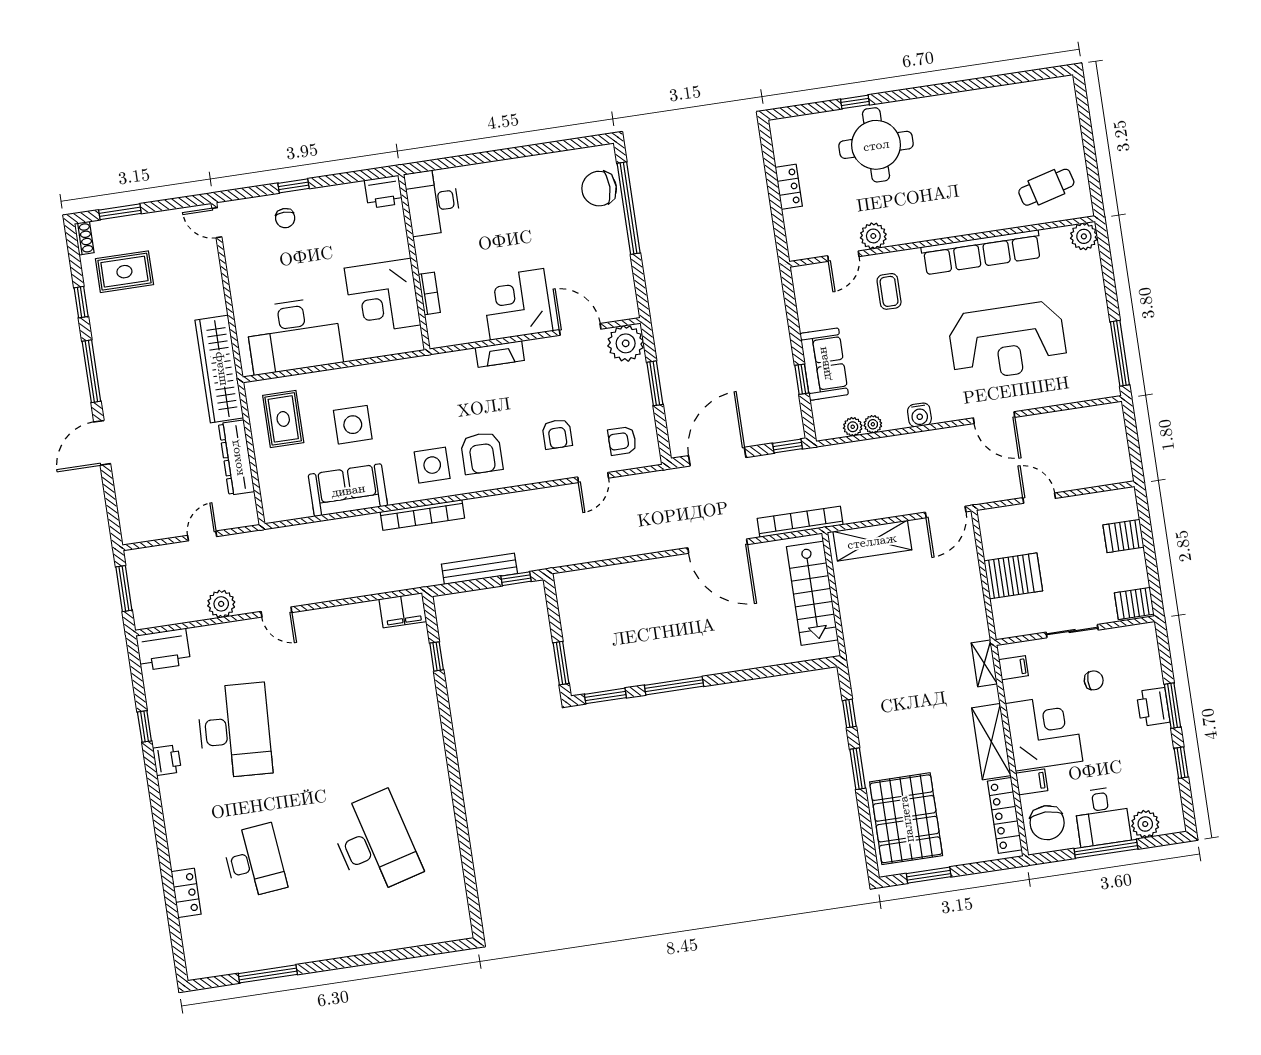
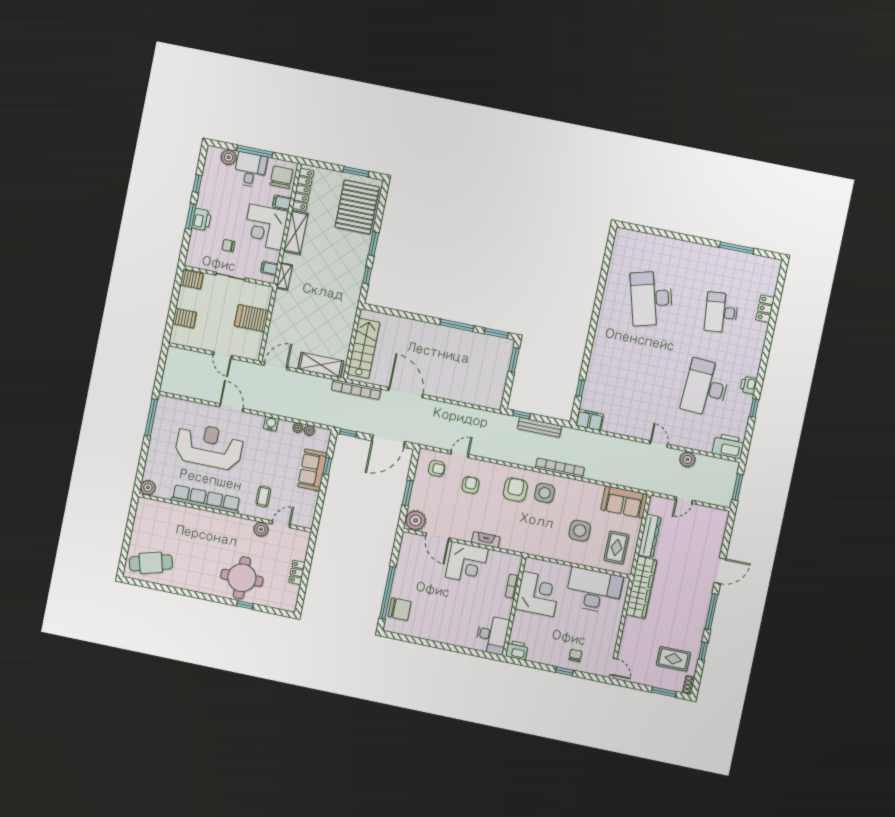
cafe table: (1046, 187) -> (151, 563), moved, width x1.37, depth x1.35
sofa: (348, 490) -> (624, 502), moved

